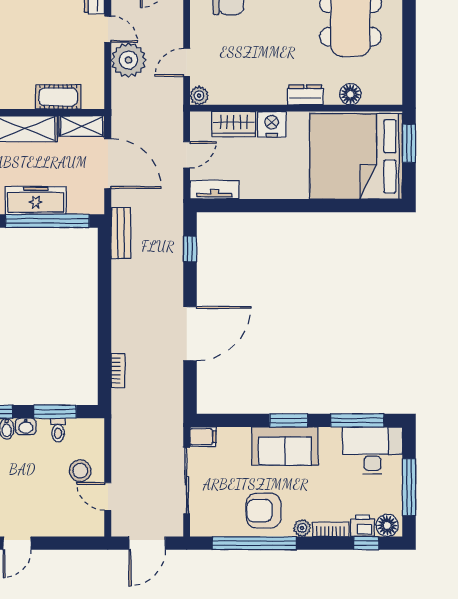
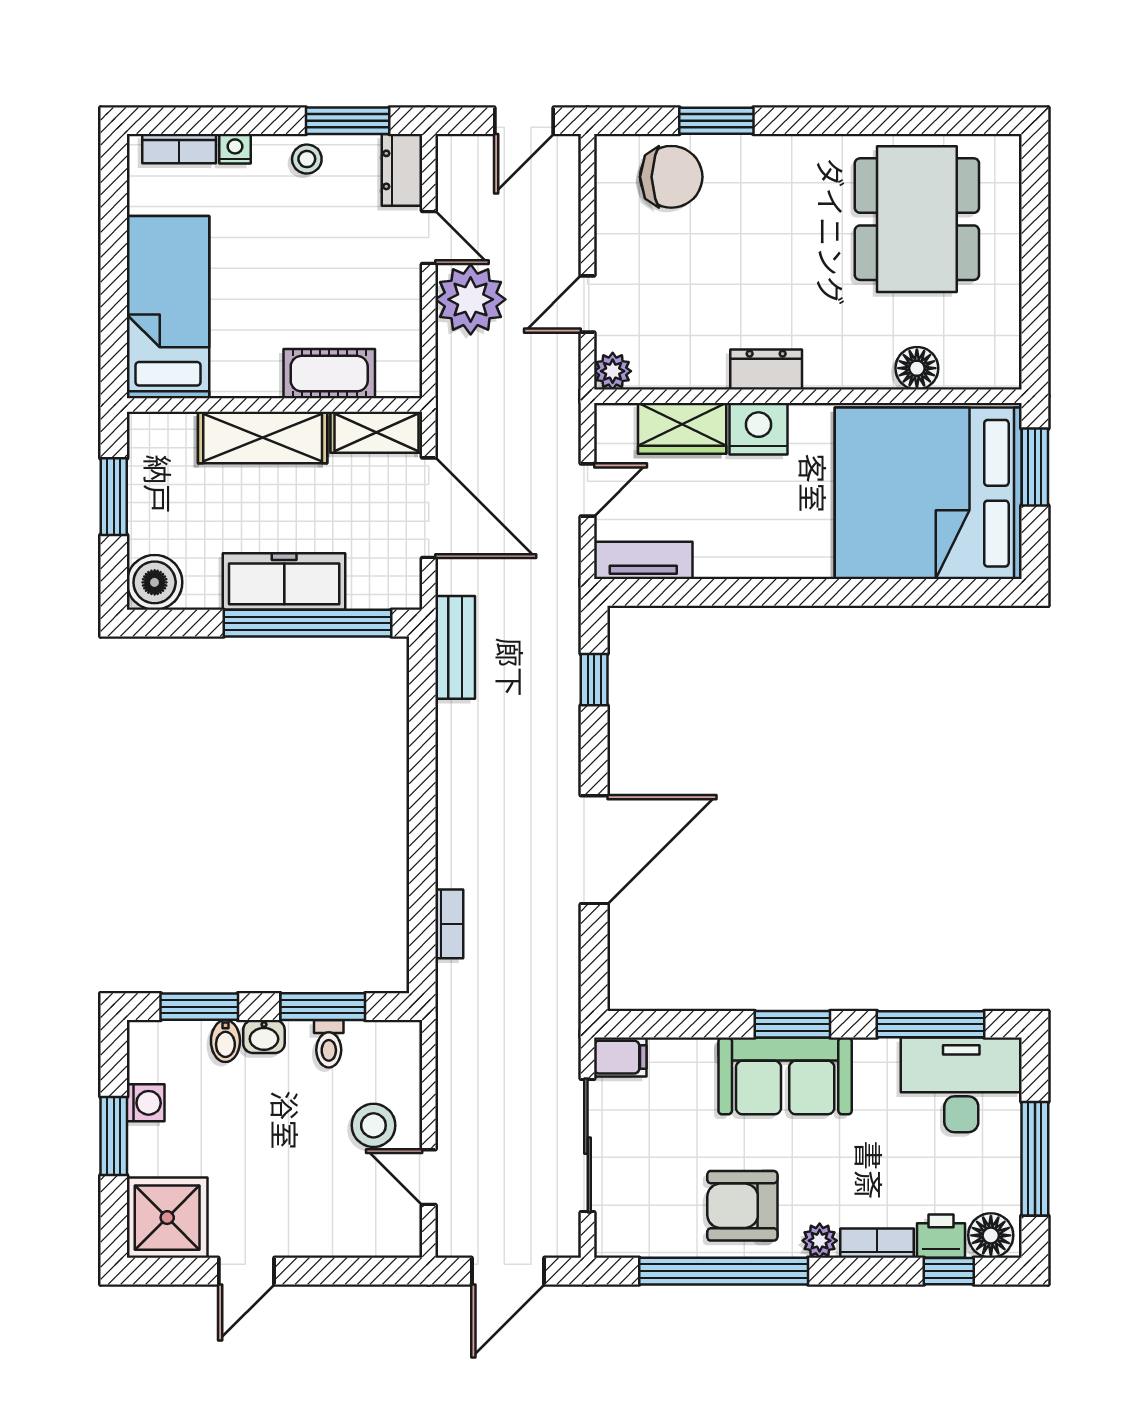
dresser: (305, 95) -> (766, 369), moved

